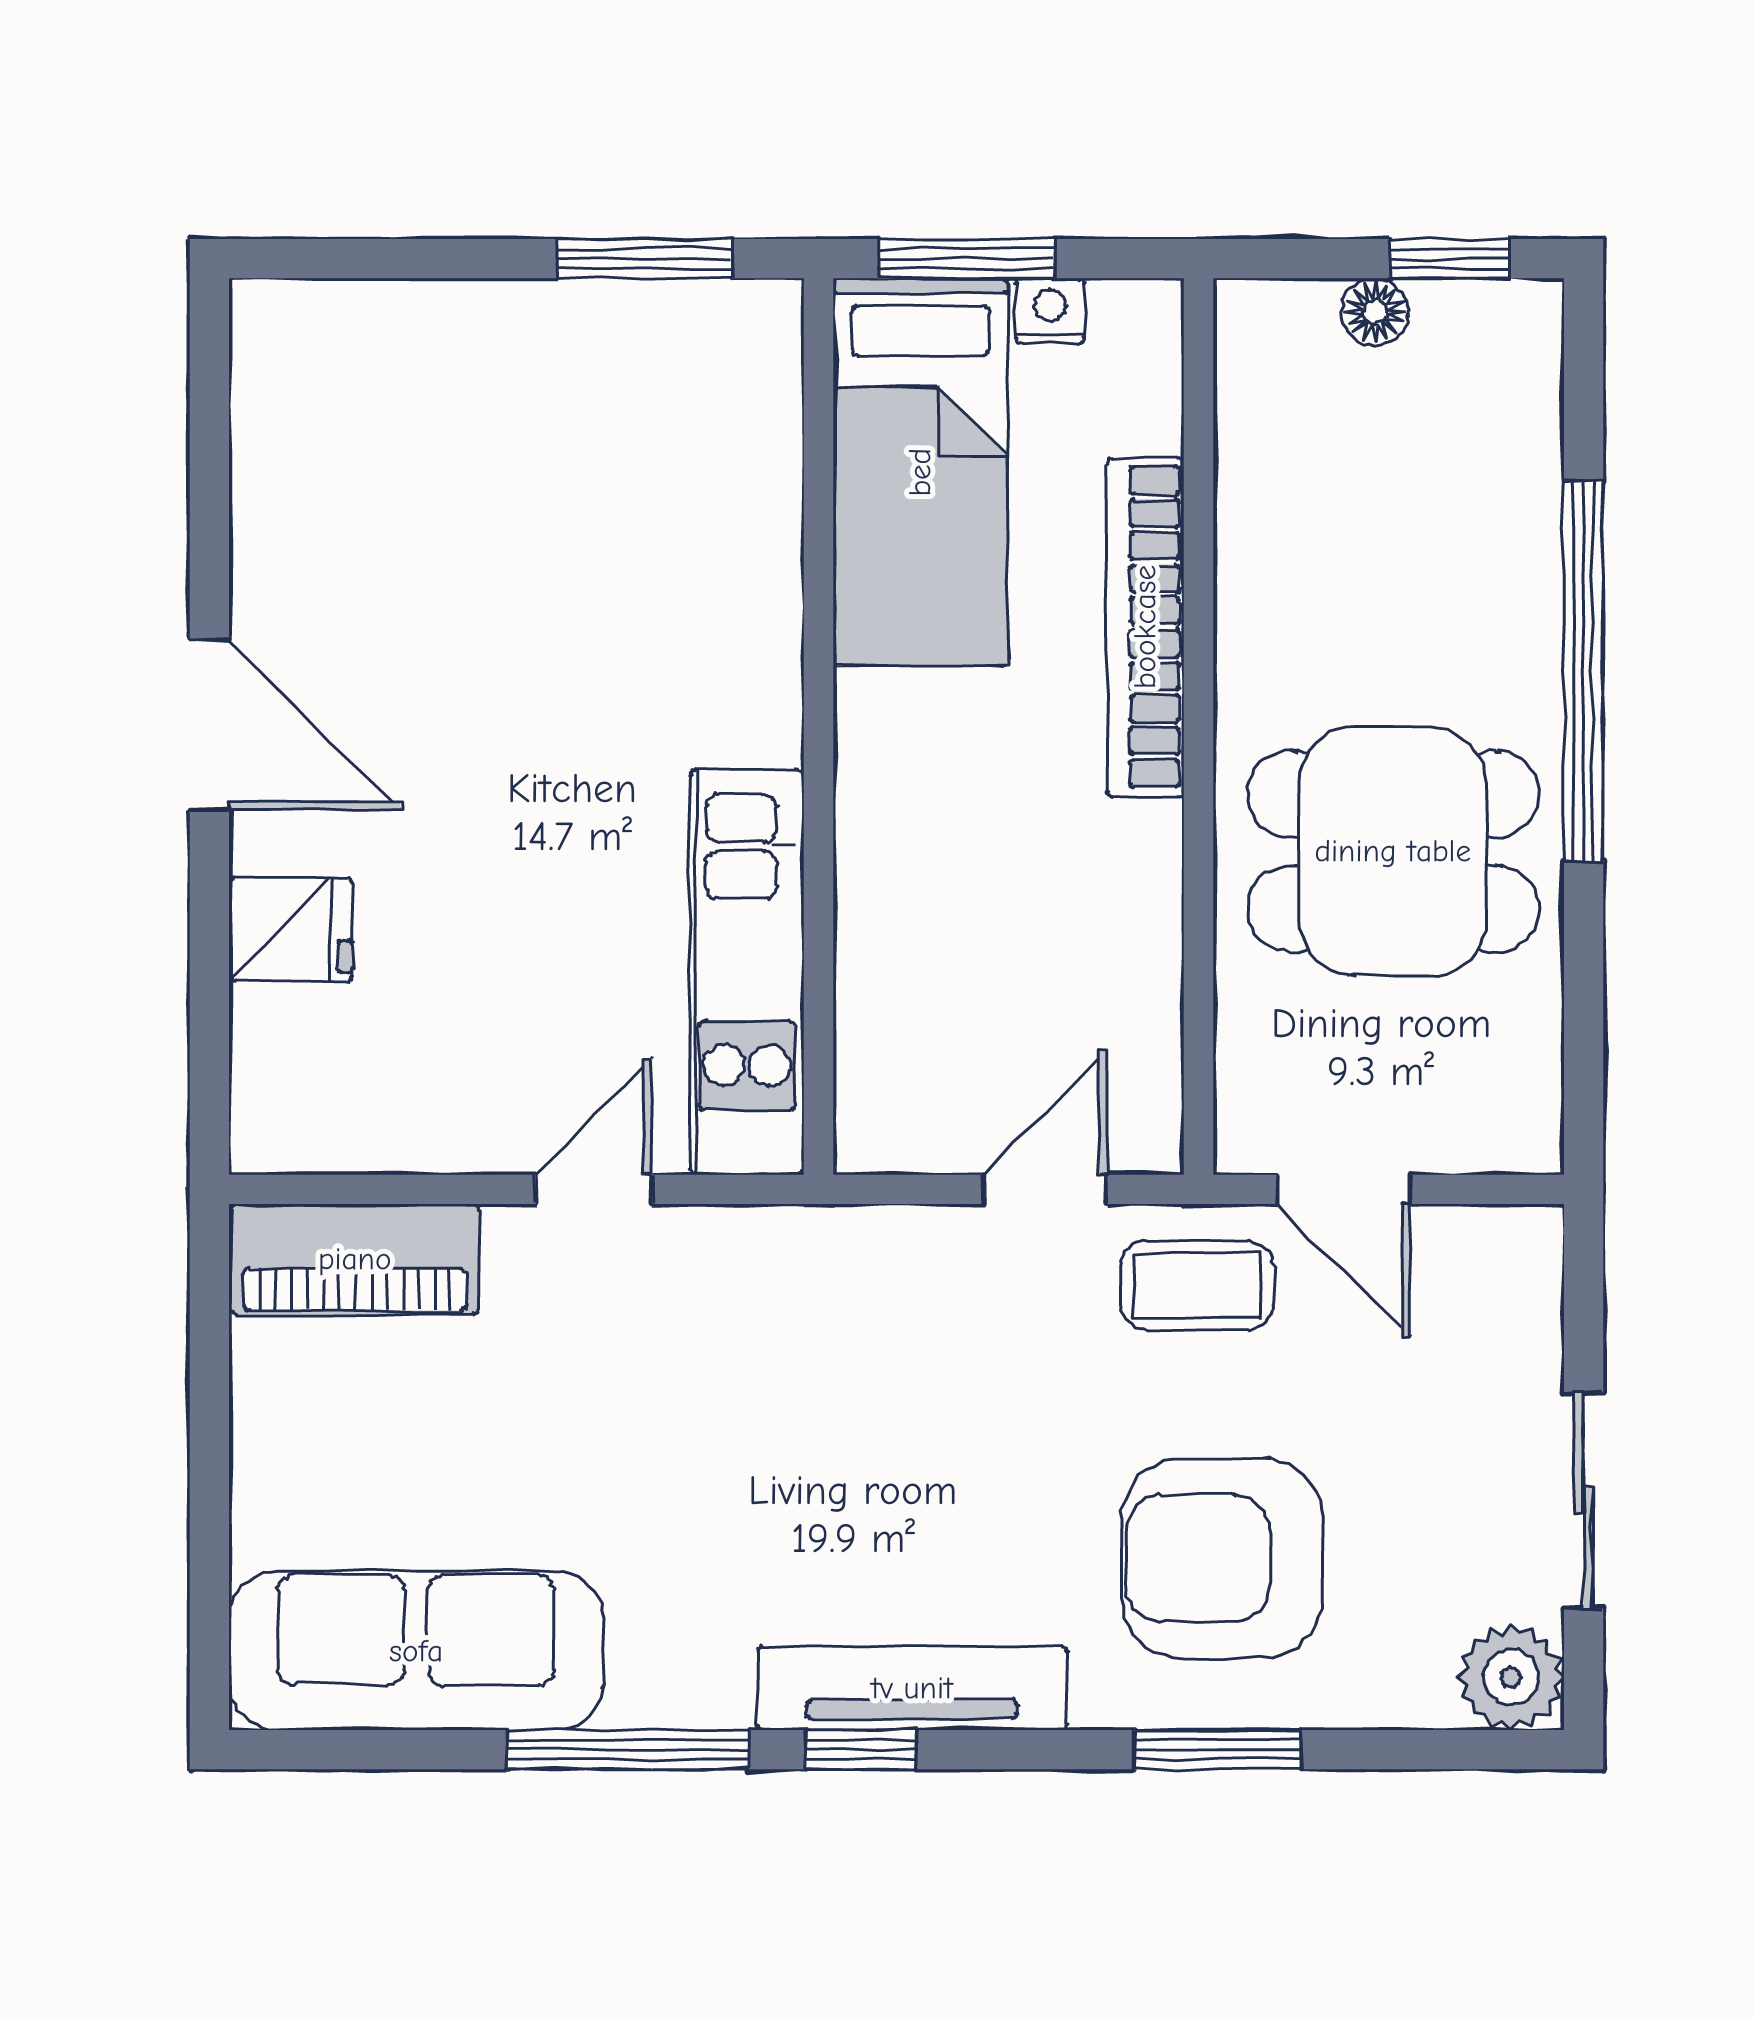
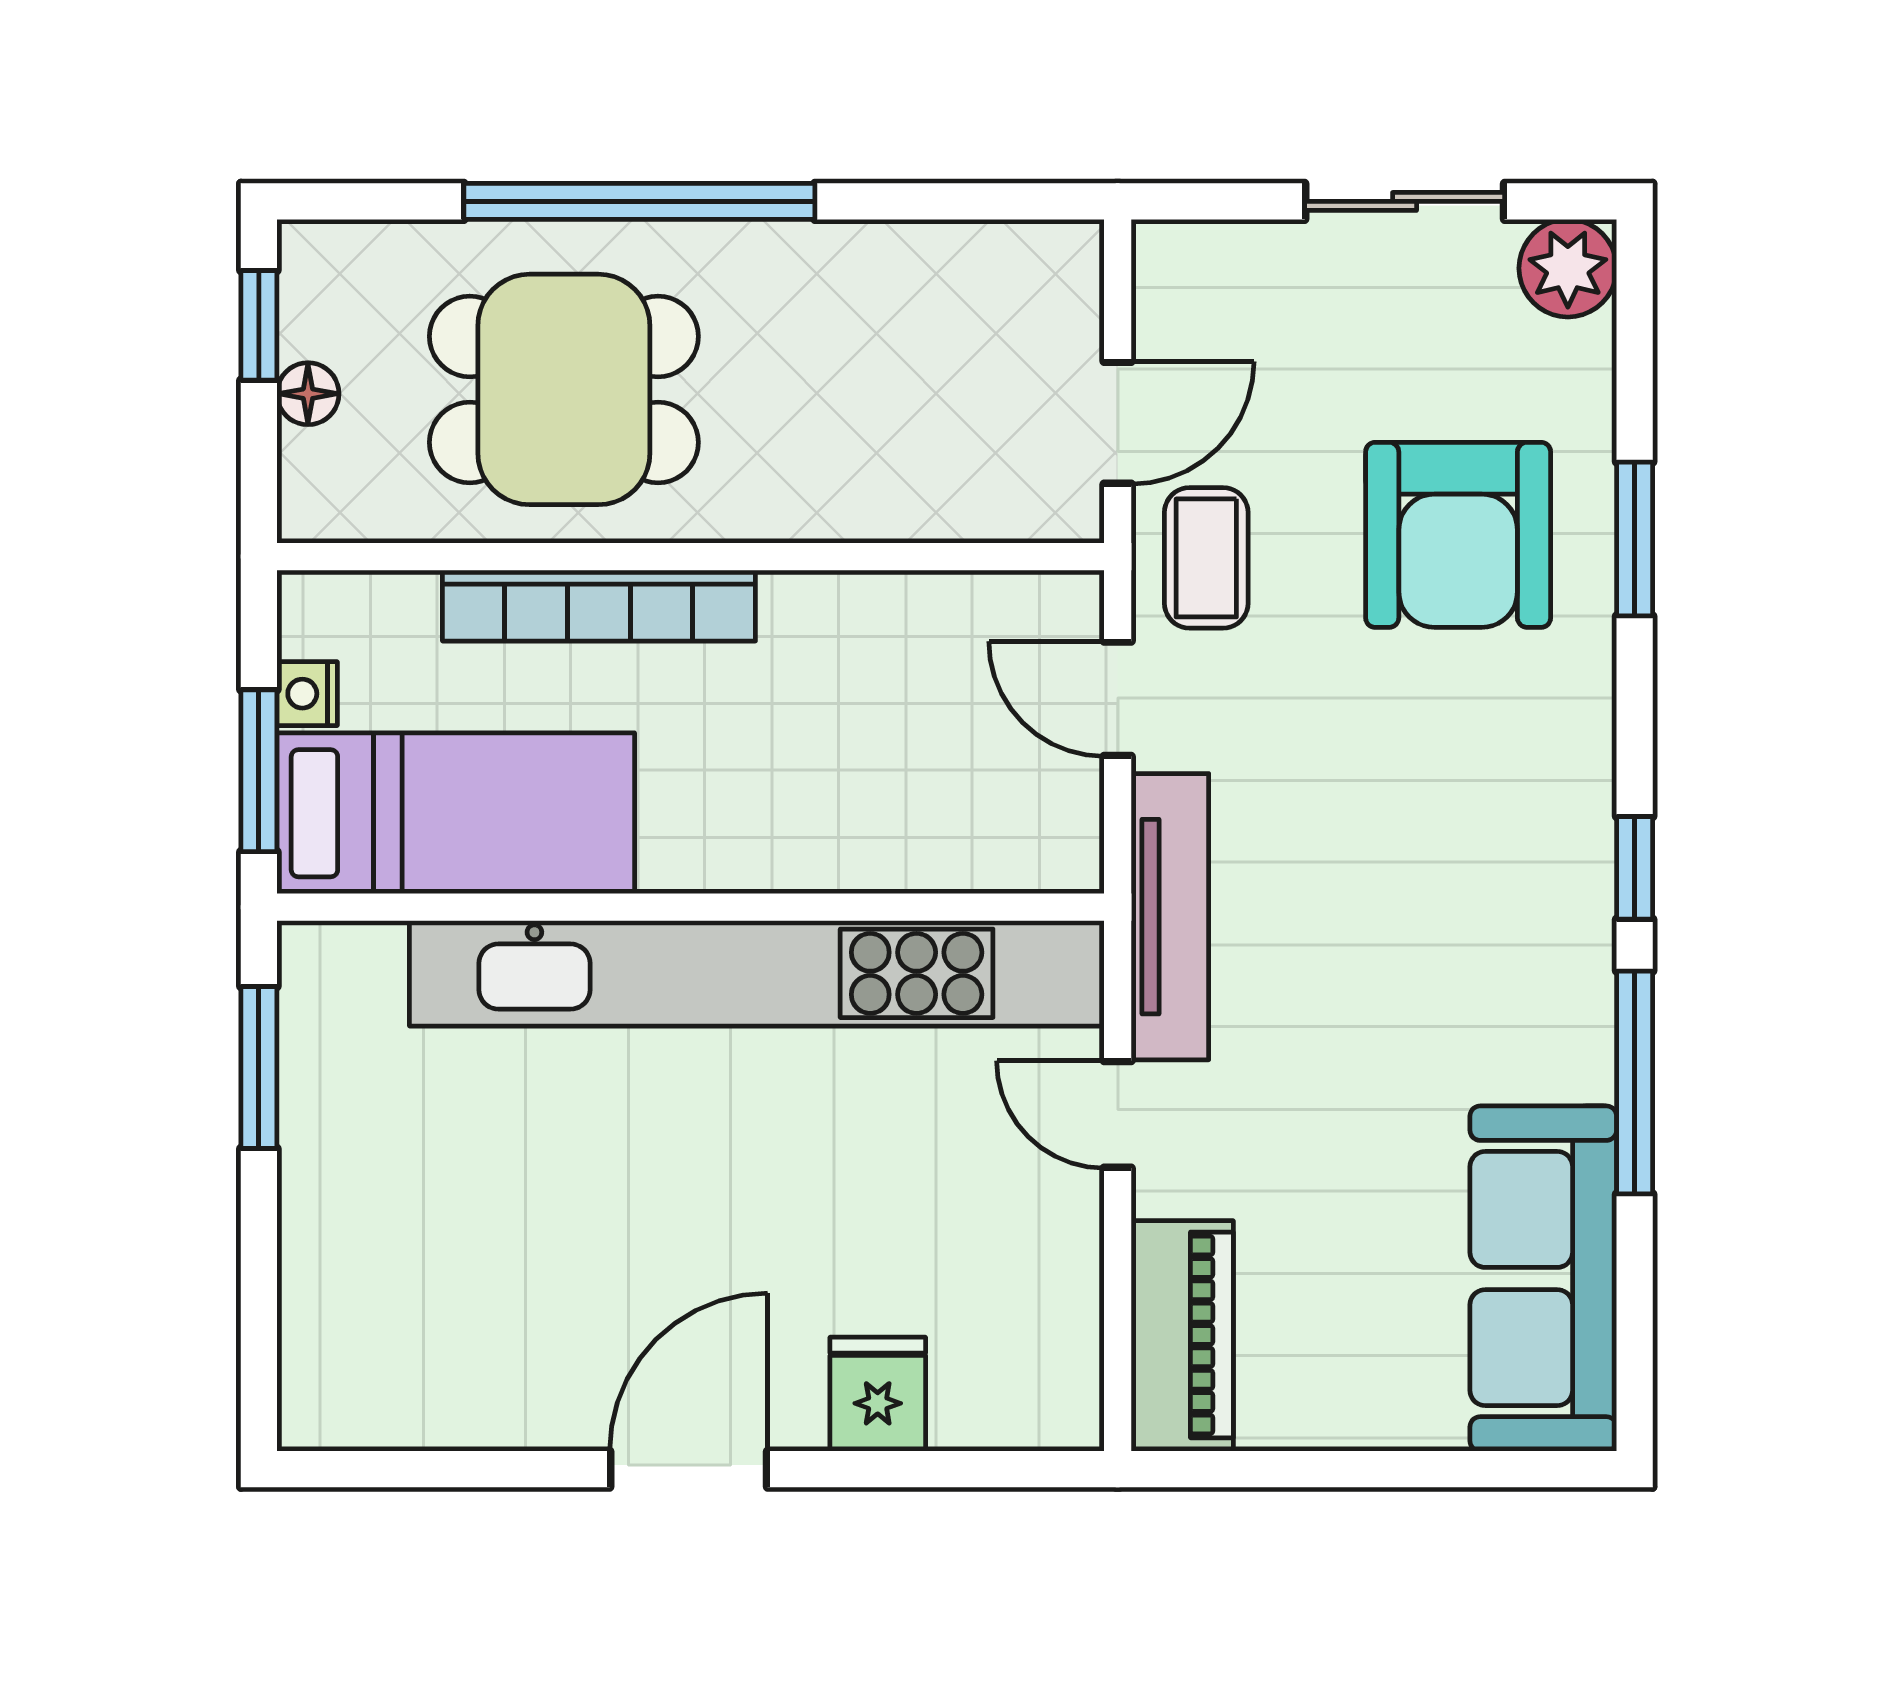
dining table: (1393, 851) -> (564, 389), moved, turned 90
kitchen unit: (747, 972) -> (757, 973), width x1.86
tv unit: (912, 1688) -> (1170, 917), moved, turned 180

